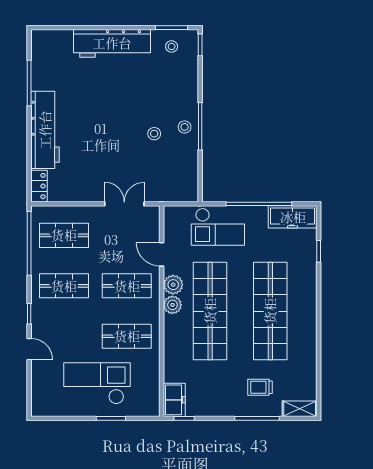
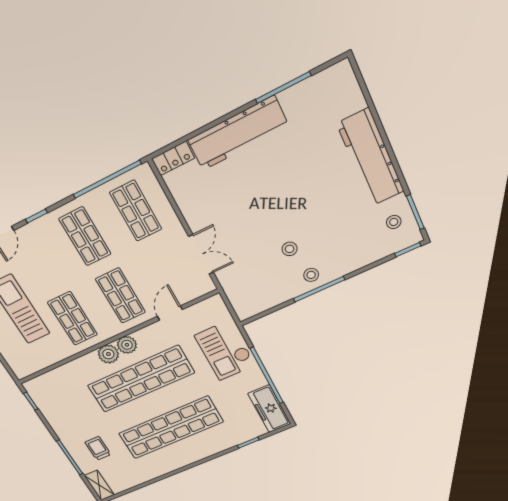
plant: (173, 285) -> (108, 354), moved
freezer: (174, 400) -> (41, 386), removed

